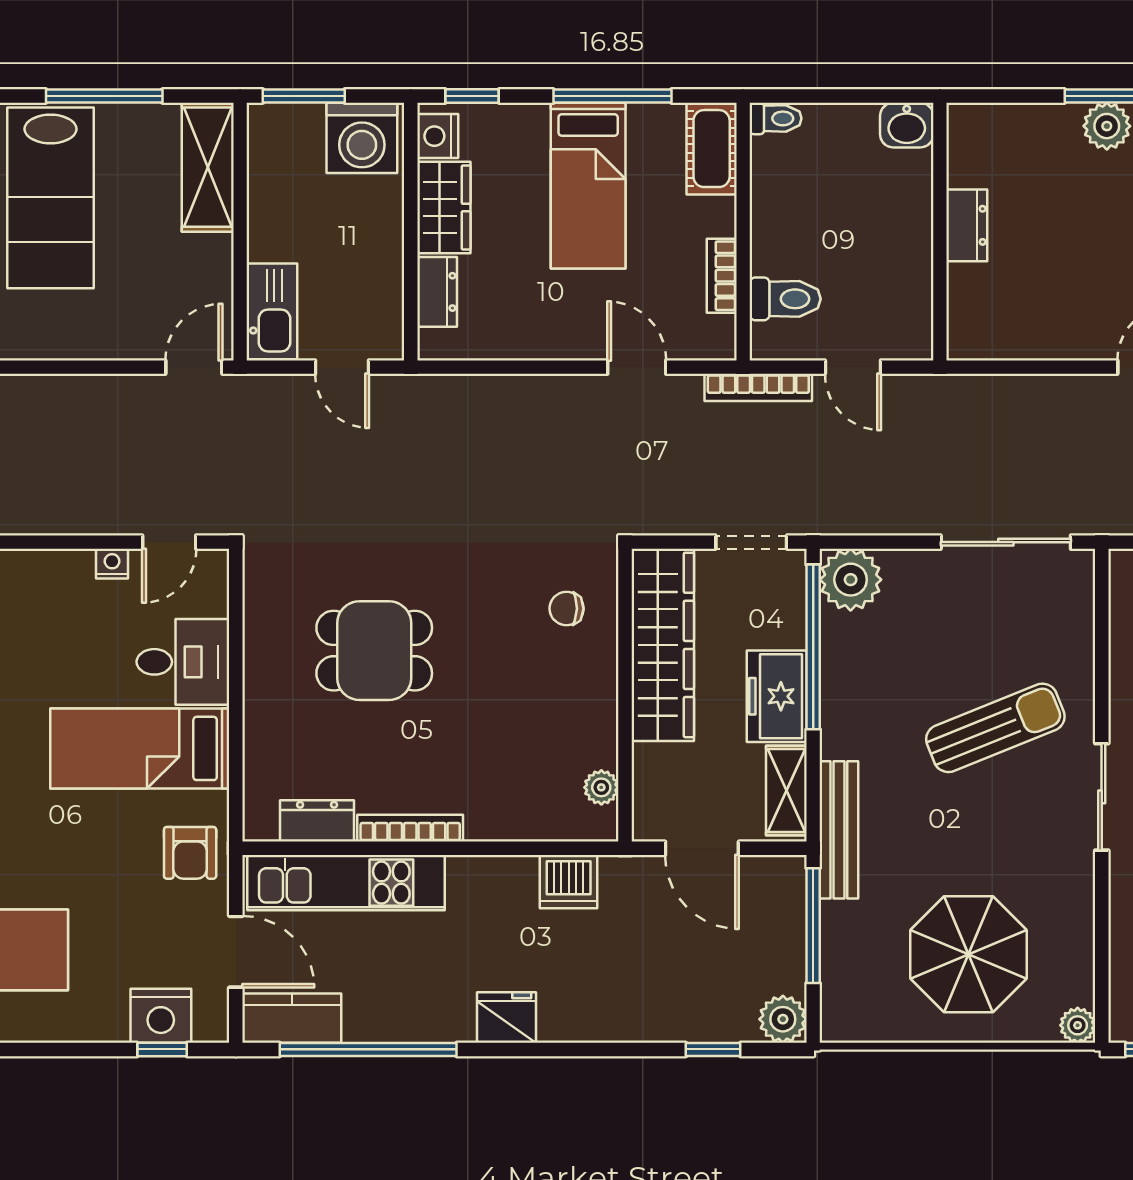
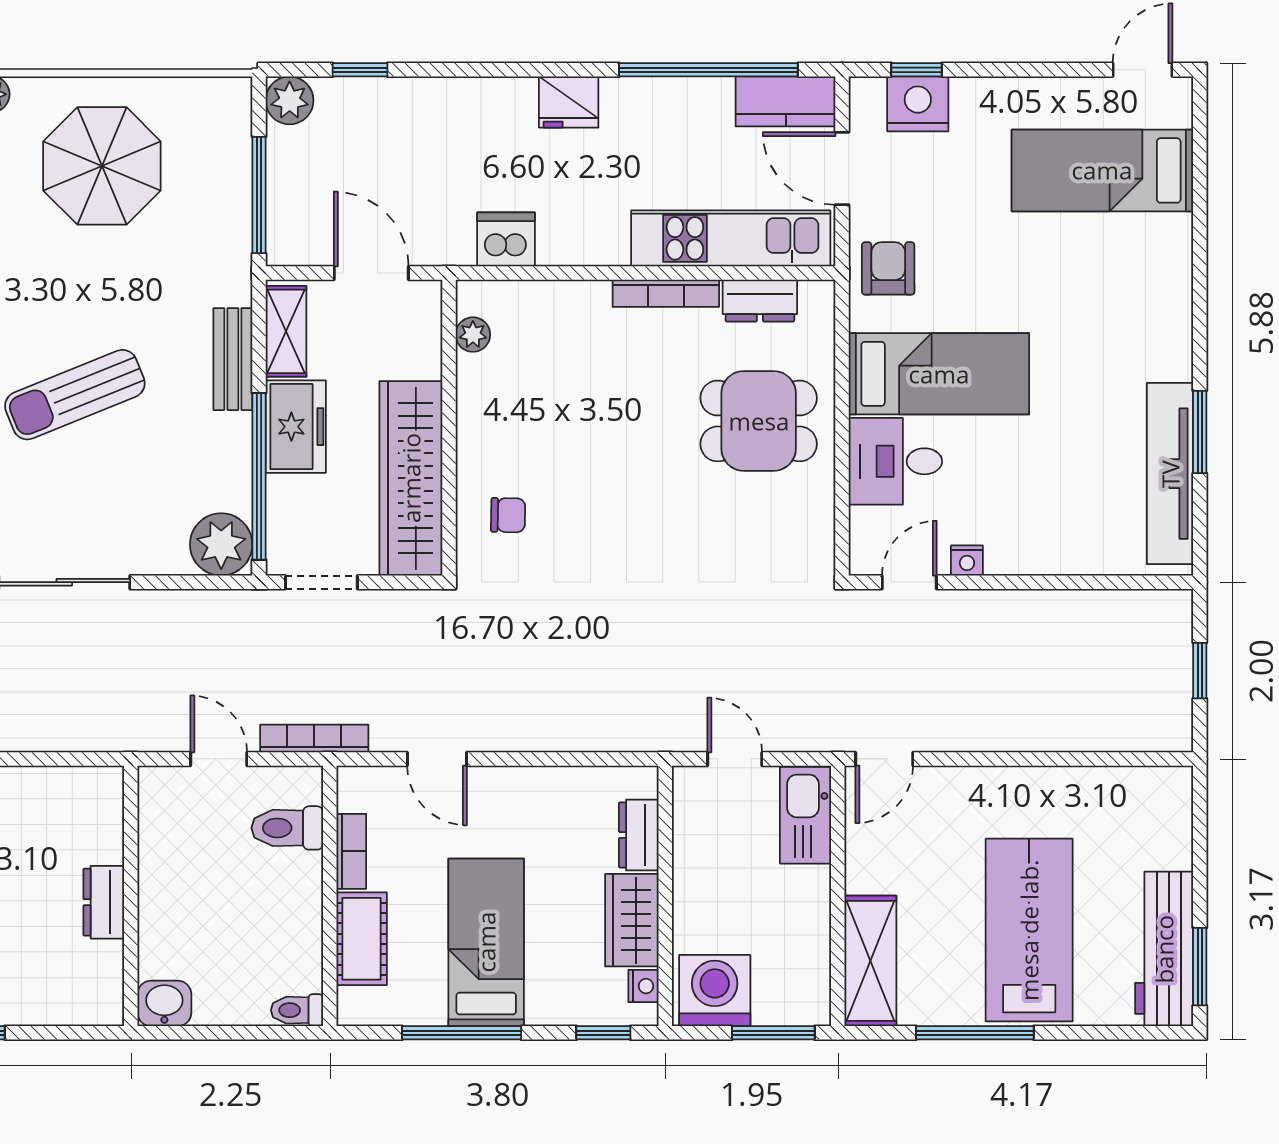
nightstand: (438, 136) -> (644, 986), width x0.72, depth x0.74
cot: (712, 149) -> (362, 939), moved
dining table: (374, 651) -> (759, 421), moved
bench: (839, 830) -> (233, 359), moved, width x0.73

